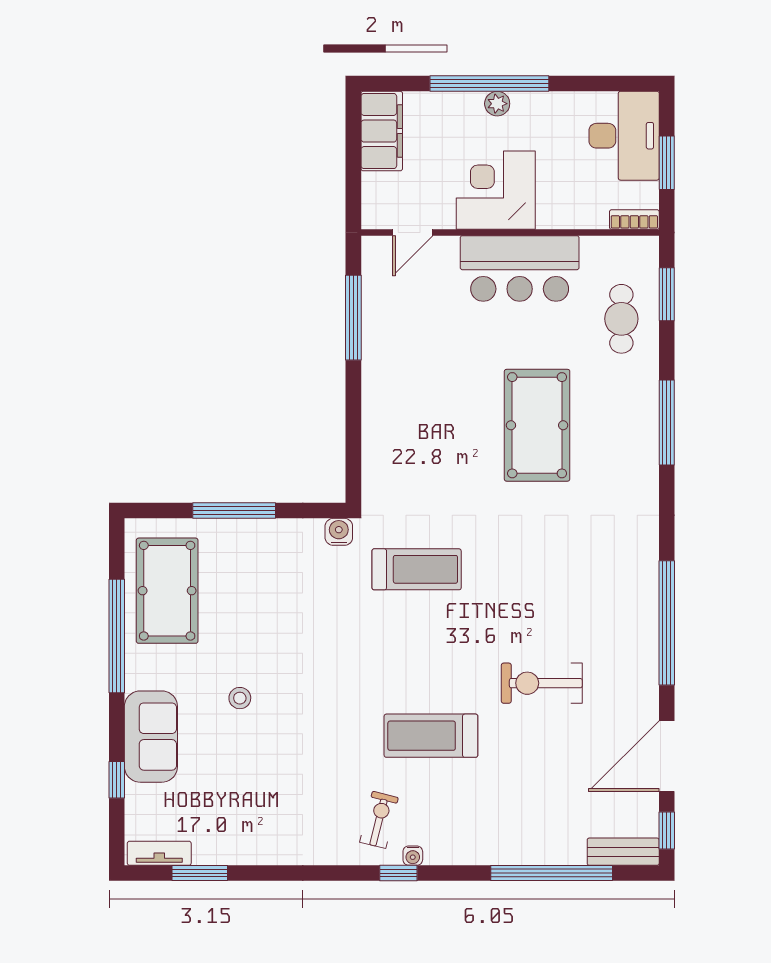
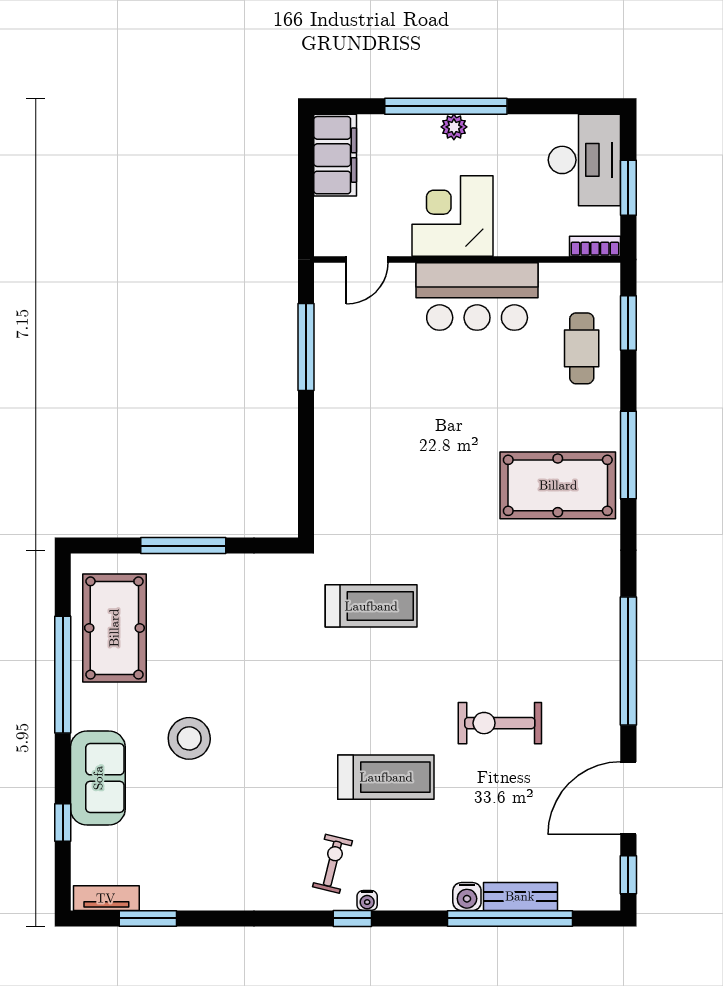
pool table: (537, 425) -> (558, 485), moved, turned 90
water cooler: (339, 532) -> (467, 896), moved, turned 180
stool: (240, 698) -> (189, 738), width x1.89, depth x1.89
treadmill: (431, 736) -> (386, 777), turned 180
bench: (623, 852) -> (520, 896), moved

